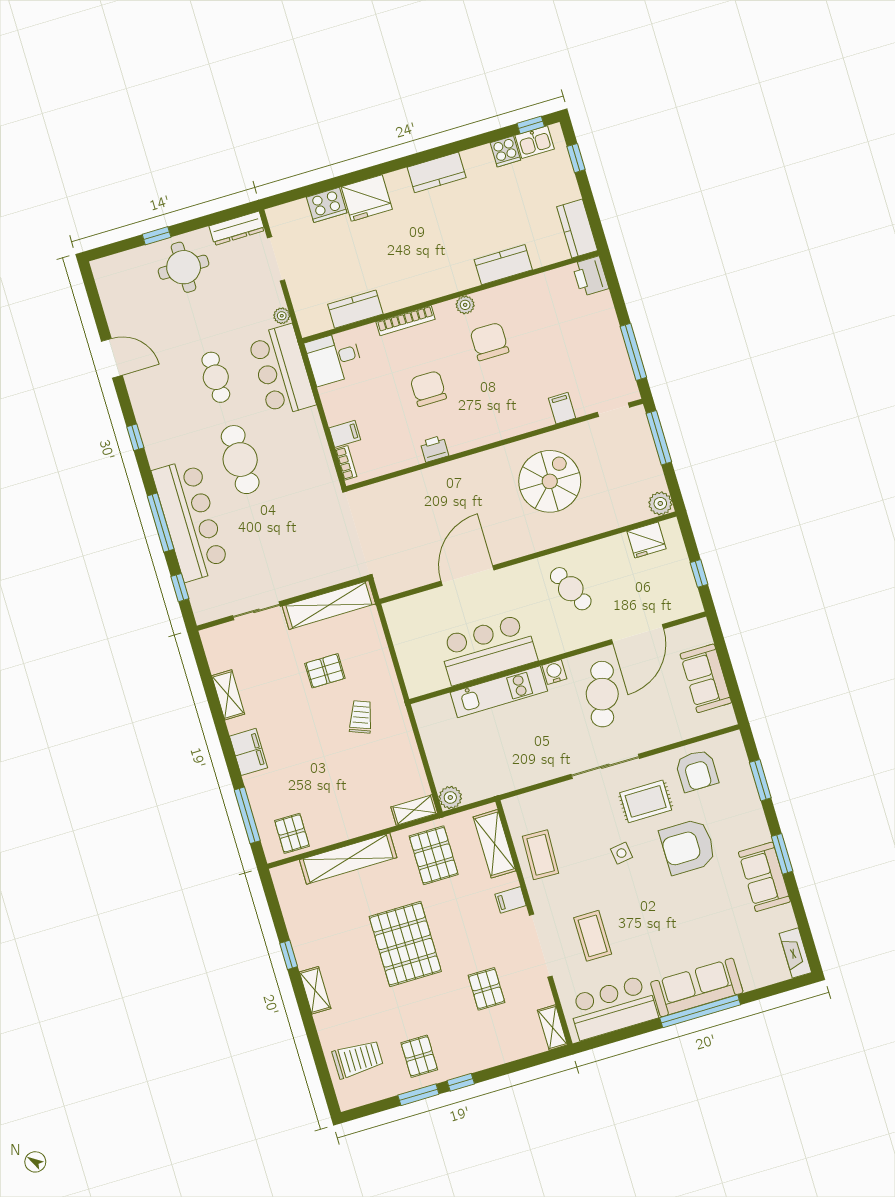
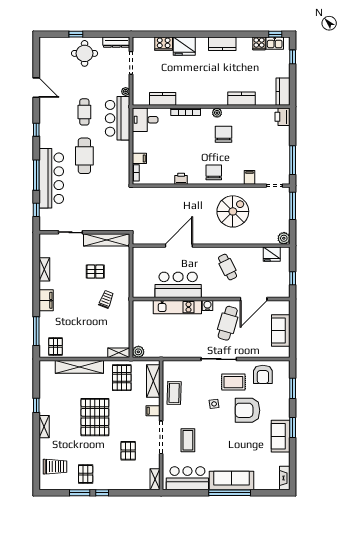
chair: (428, 389) -> (214, 172), moved

